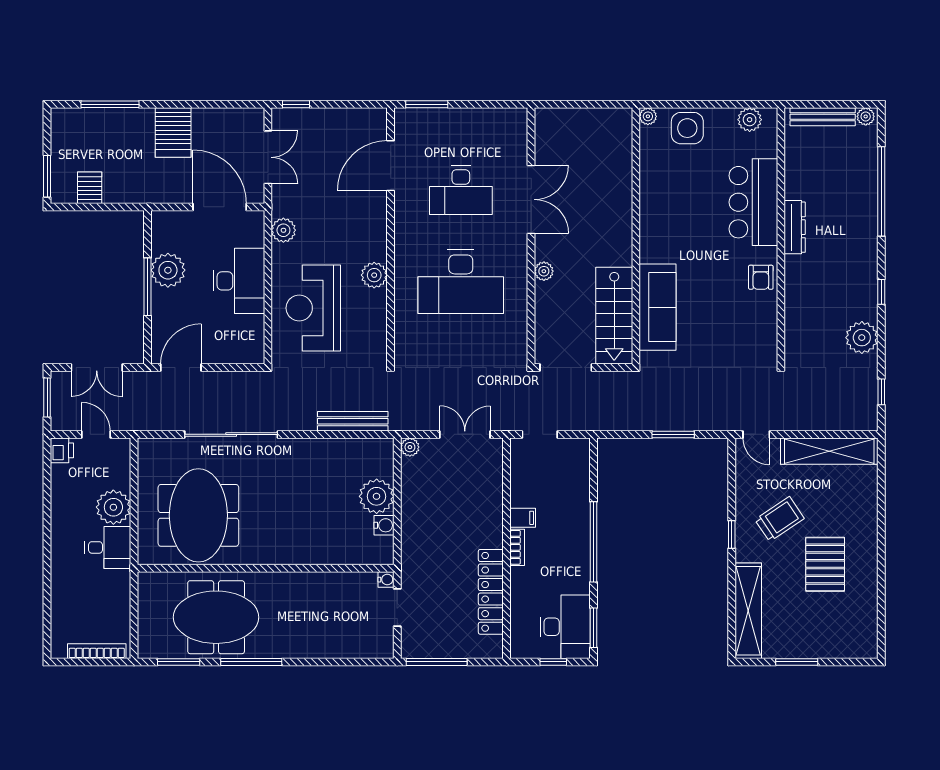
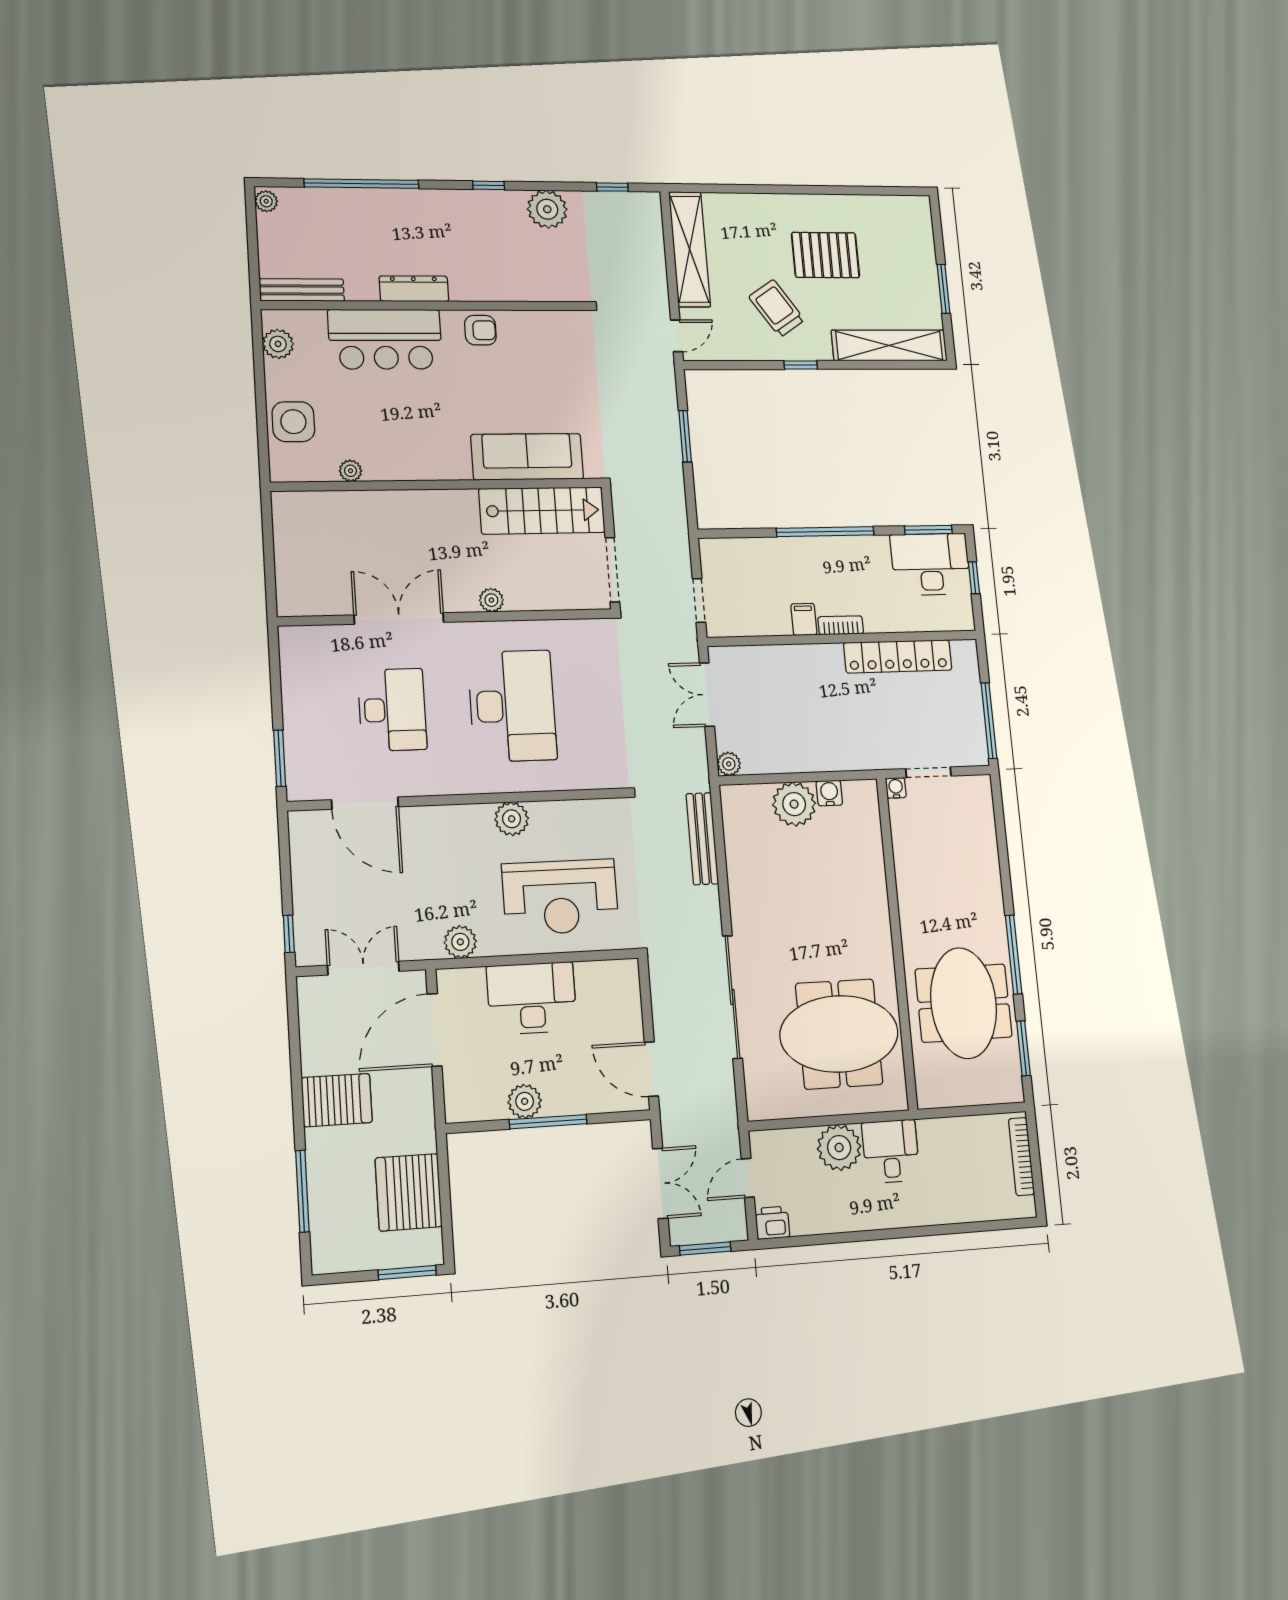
plant: (648, 116) -> (350, 471), moved
bench: (823, 117) -> (302, 290), moved, turned 90
server rack: (90, 188) -> (409, 1192), width x2.18, depth x1.44
plant: (168, 270) -> (525, 1101), width x0.73, depth x0.73

